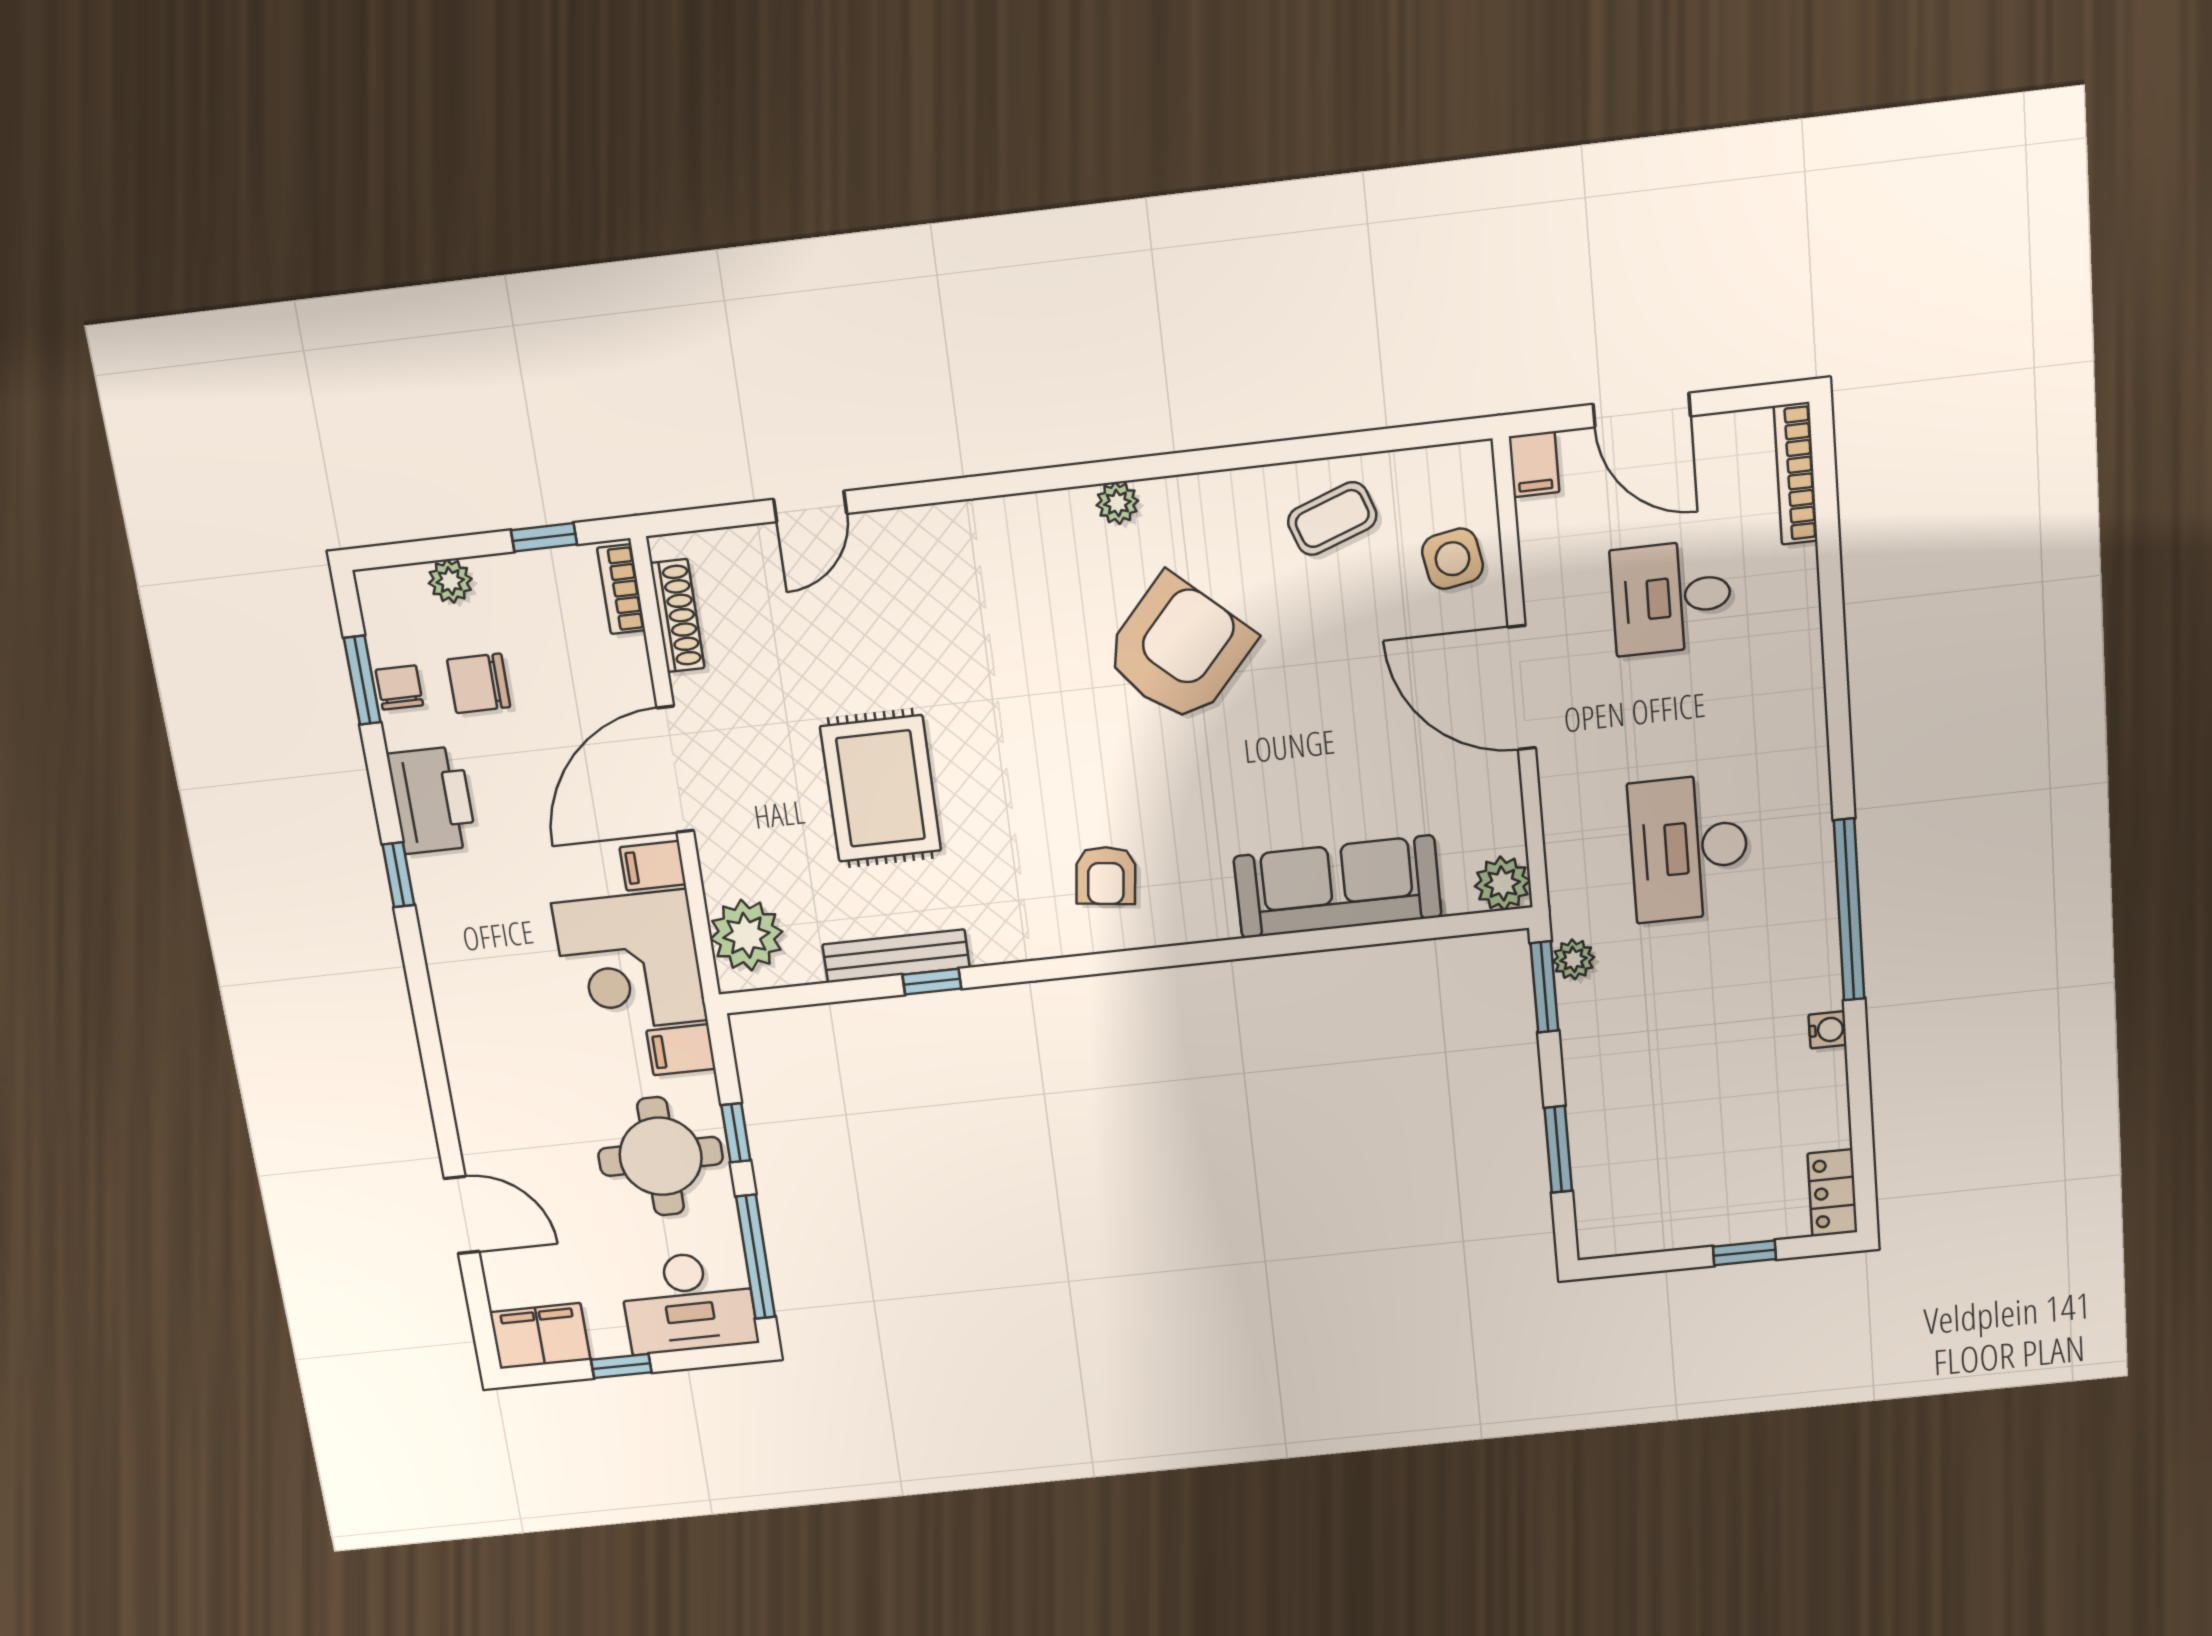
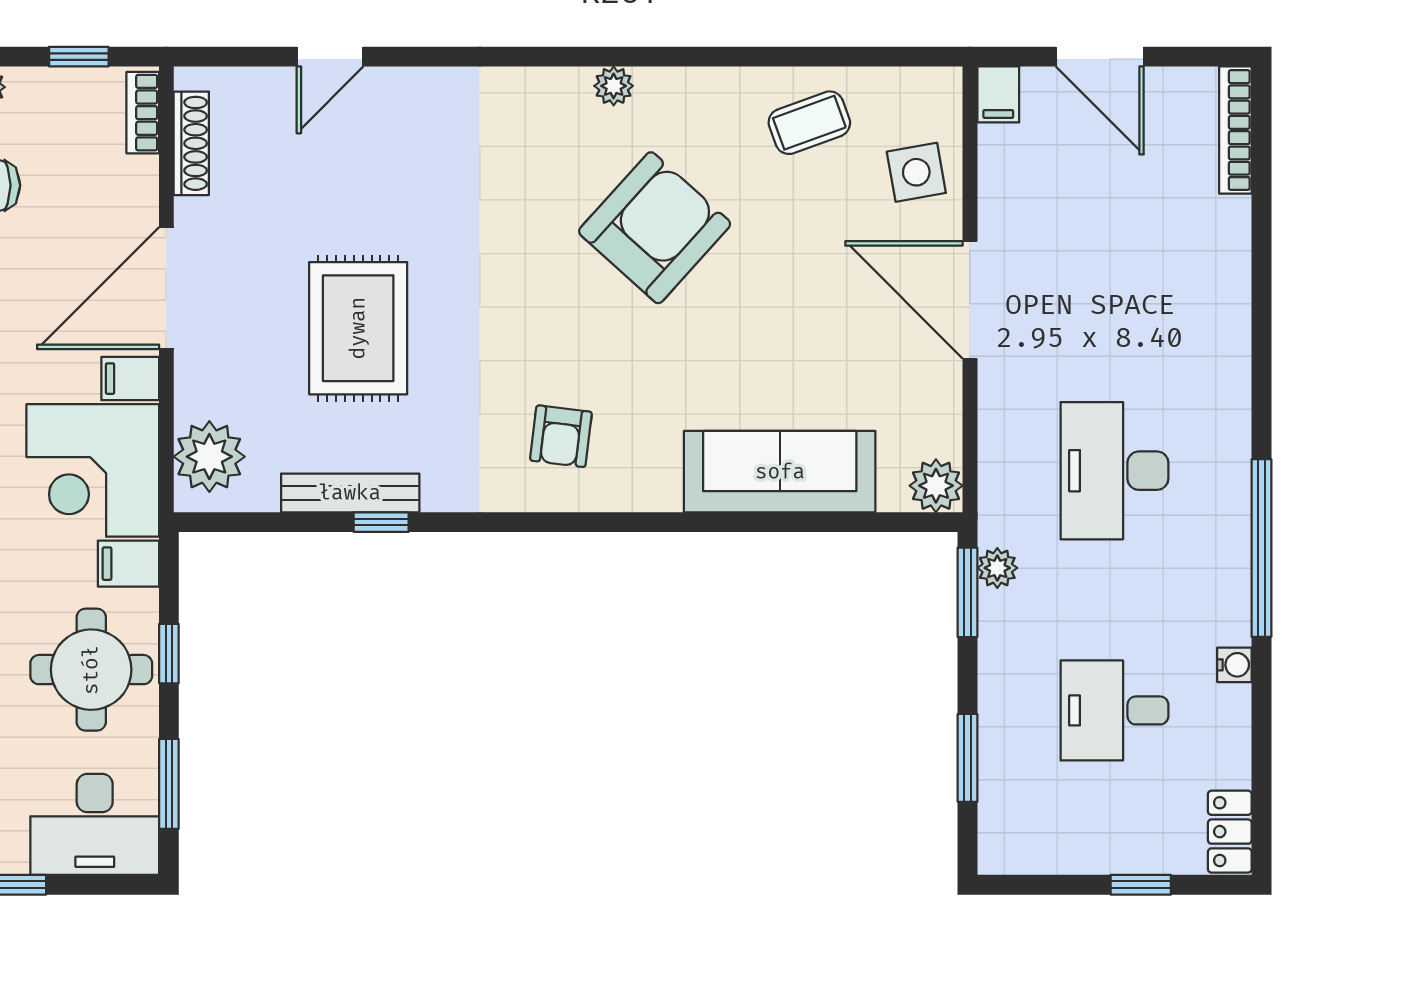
desk: (1671, 597) -> (1114, 710), moved
window: (756, 1257) -> (169, 784), width x0.69

